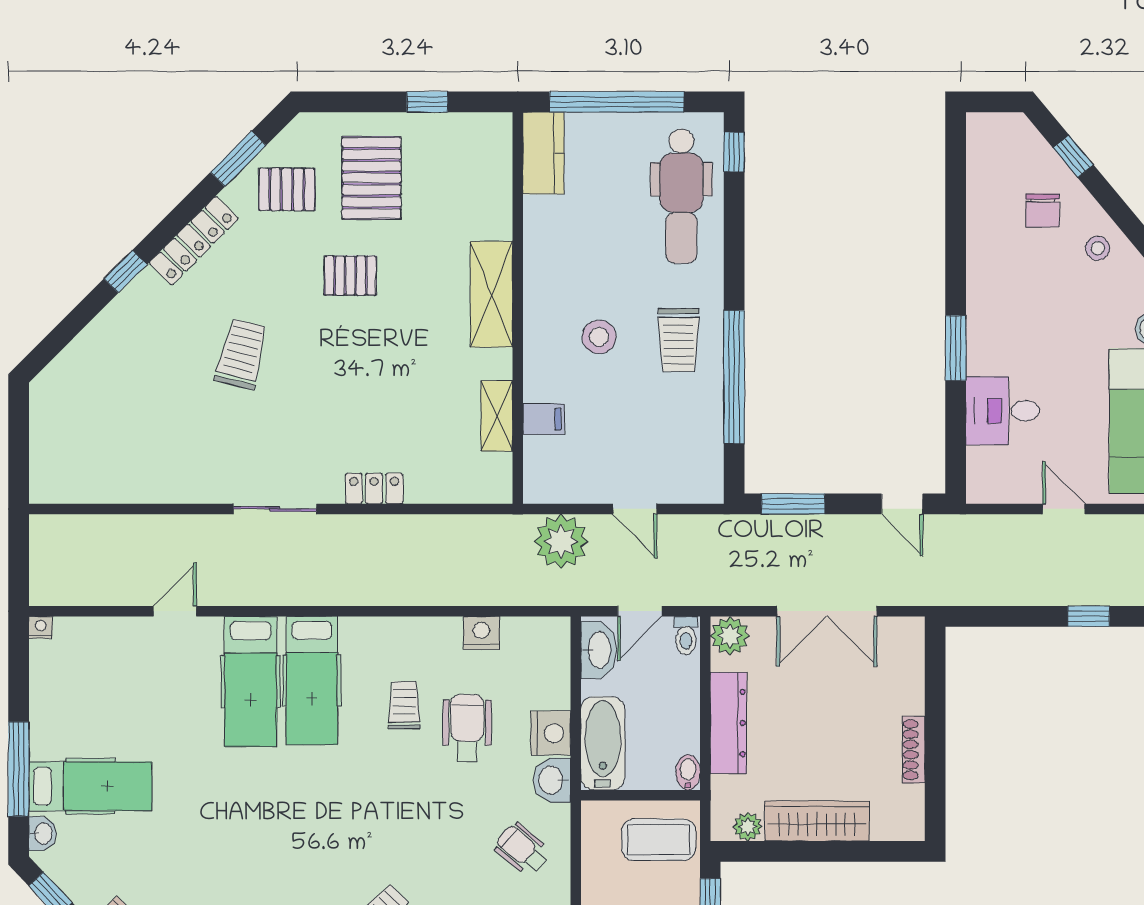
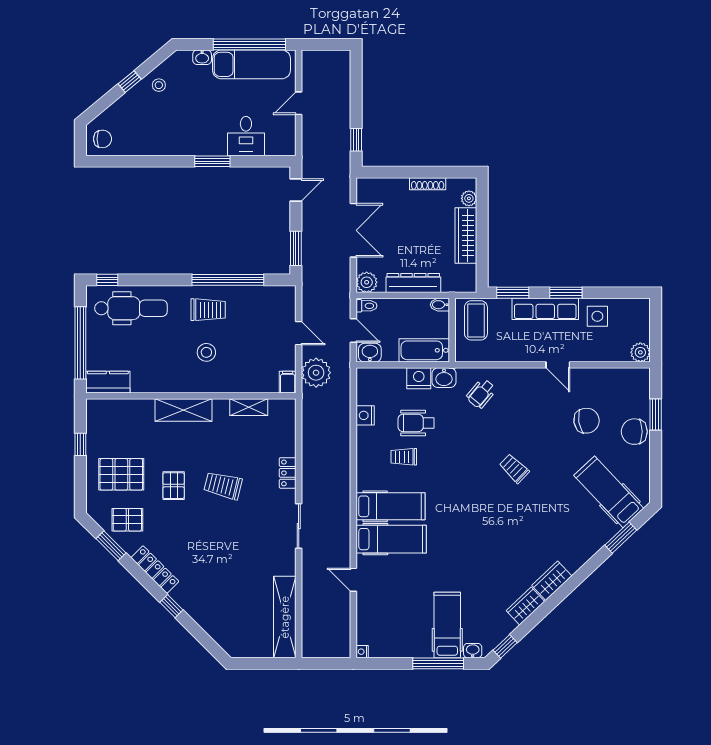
window: (1073, 156) -> (130, 82), moved
pallet: (287, 189) -> (127, 520), turned 90
chair: (1042, 211) -> (102, 139), moved
trolley: (241, 354) -> (223, 485), moved
filing cabinet: (544, 419) -> (288, 382), moved
shelving: (105, 483) -> (285, 617), added
door: (635, 509) -> (299, 333), hinge flipped
window: (1089, 616) -> (356, 140), moved
washbasin: (598, 650) -> (370, 353), width x0.72
plant: (748, 827) -> (469, 198), moved

